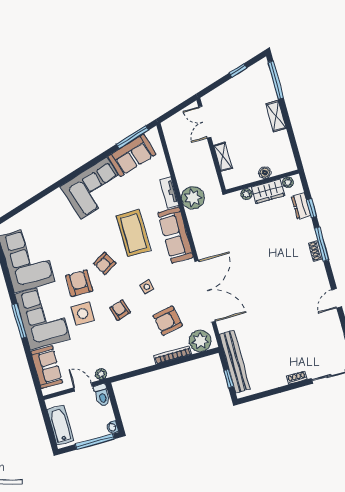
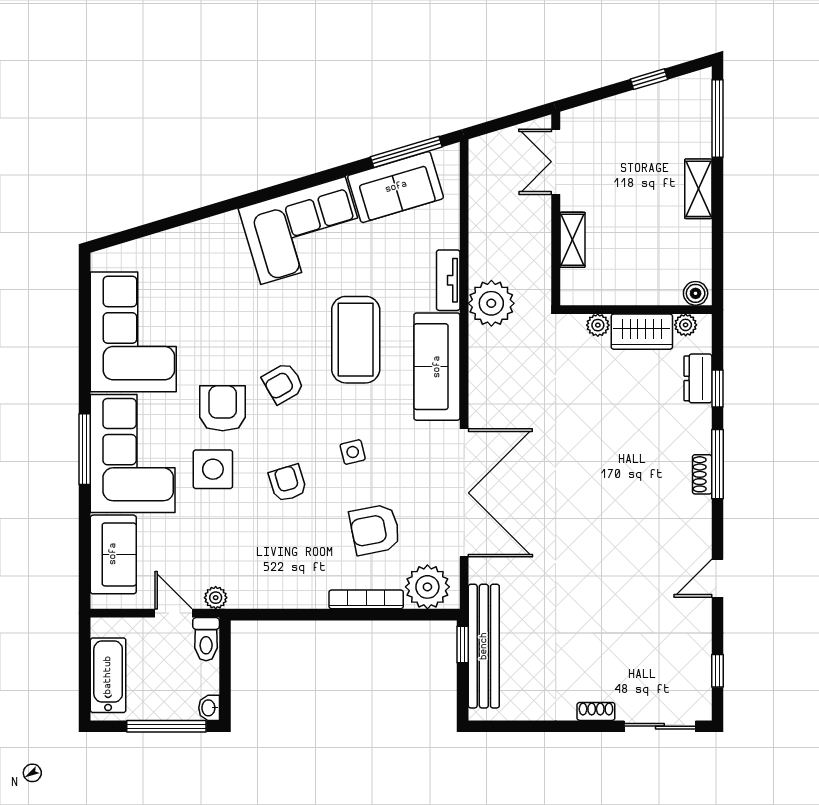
boiler: (265, 173) -> (696, 293), moved
window: (229, 378) -> (463, 645), moved

